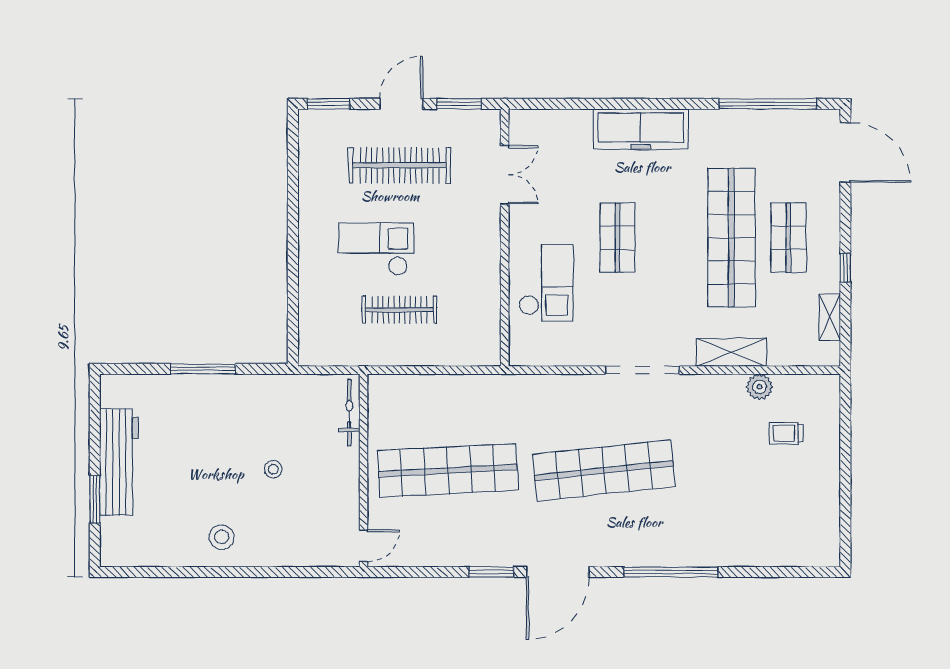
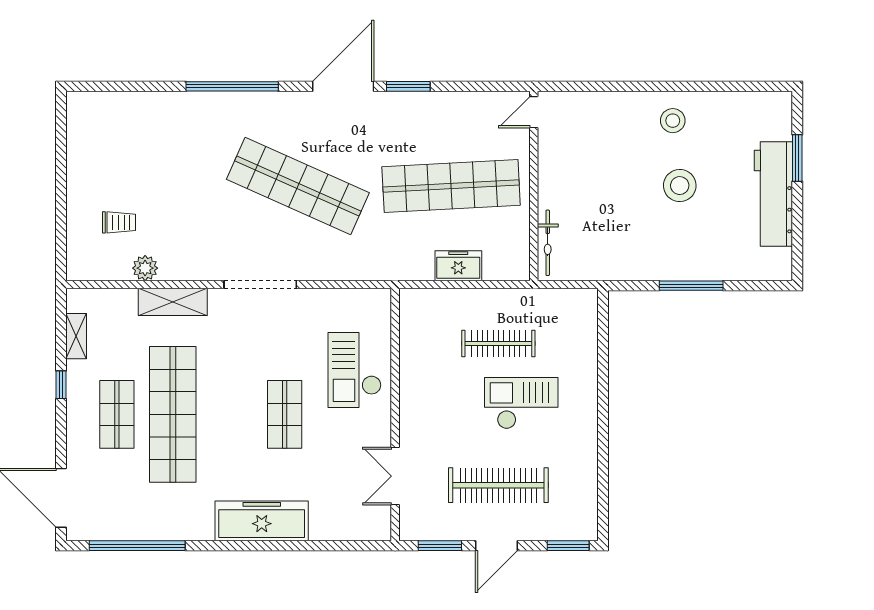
checkout: (376, 249) -> (521, 403), turned 180
freezer: (440, 389) -> (458, 266), added
stool: (273, 469) -> (680, 186), moved, width x1.89, depth x1.89
shop shelf: (604, 470) -> (298, 186), turned 30

